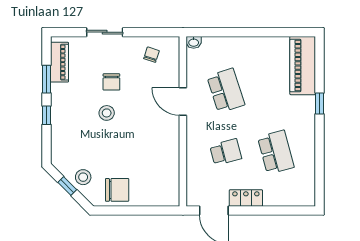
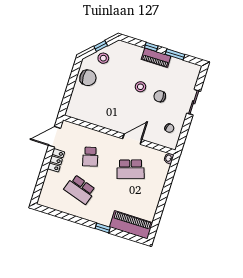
piano: (59, 62) -> (156, 58), moved
school desk: (276, 152) -> (80, 189), turned 33
chair: (117, 190) -> (88, 78), turned -90

